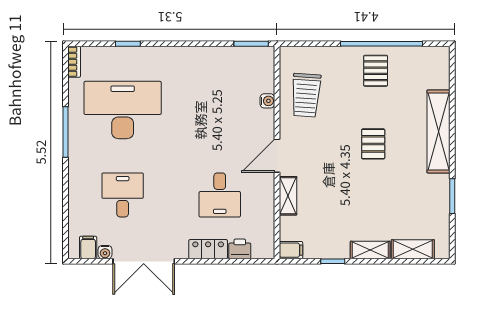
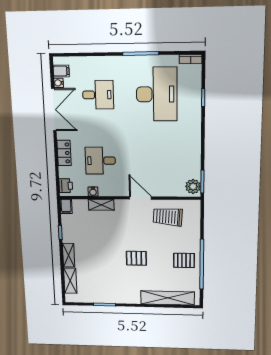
plant: (259, 57) -> (193, 186), added
water cooler: (267, 101) -> (93, 192), moved
shelving: (438, 131) -> (167, 298), moved
door: (277, 156) -> (140, 198), moved
printer: (240, 249) -> (66, 186), moved
double door: (144, 261) -> (54, 110), swing flipped

